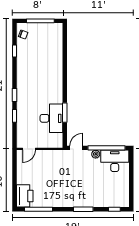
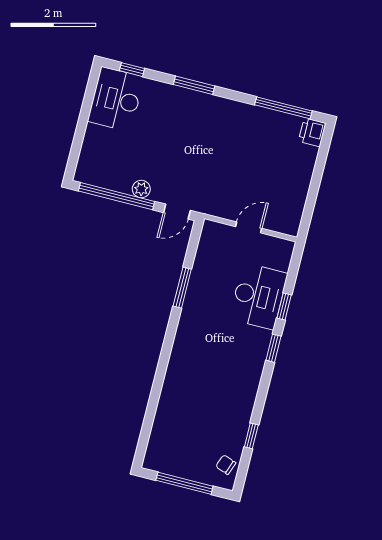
desk: (51, 118) -> (258, 296), moved, turned 180
door: (29, 149) -> (249, 227), moved
desk: (115, 161) -> (116, 99), moved, turned 90
printer: (25, 196) -> (312, 132), width x0.53, depth x0.68

